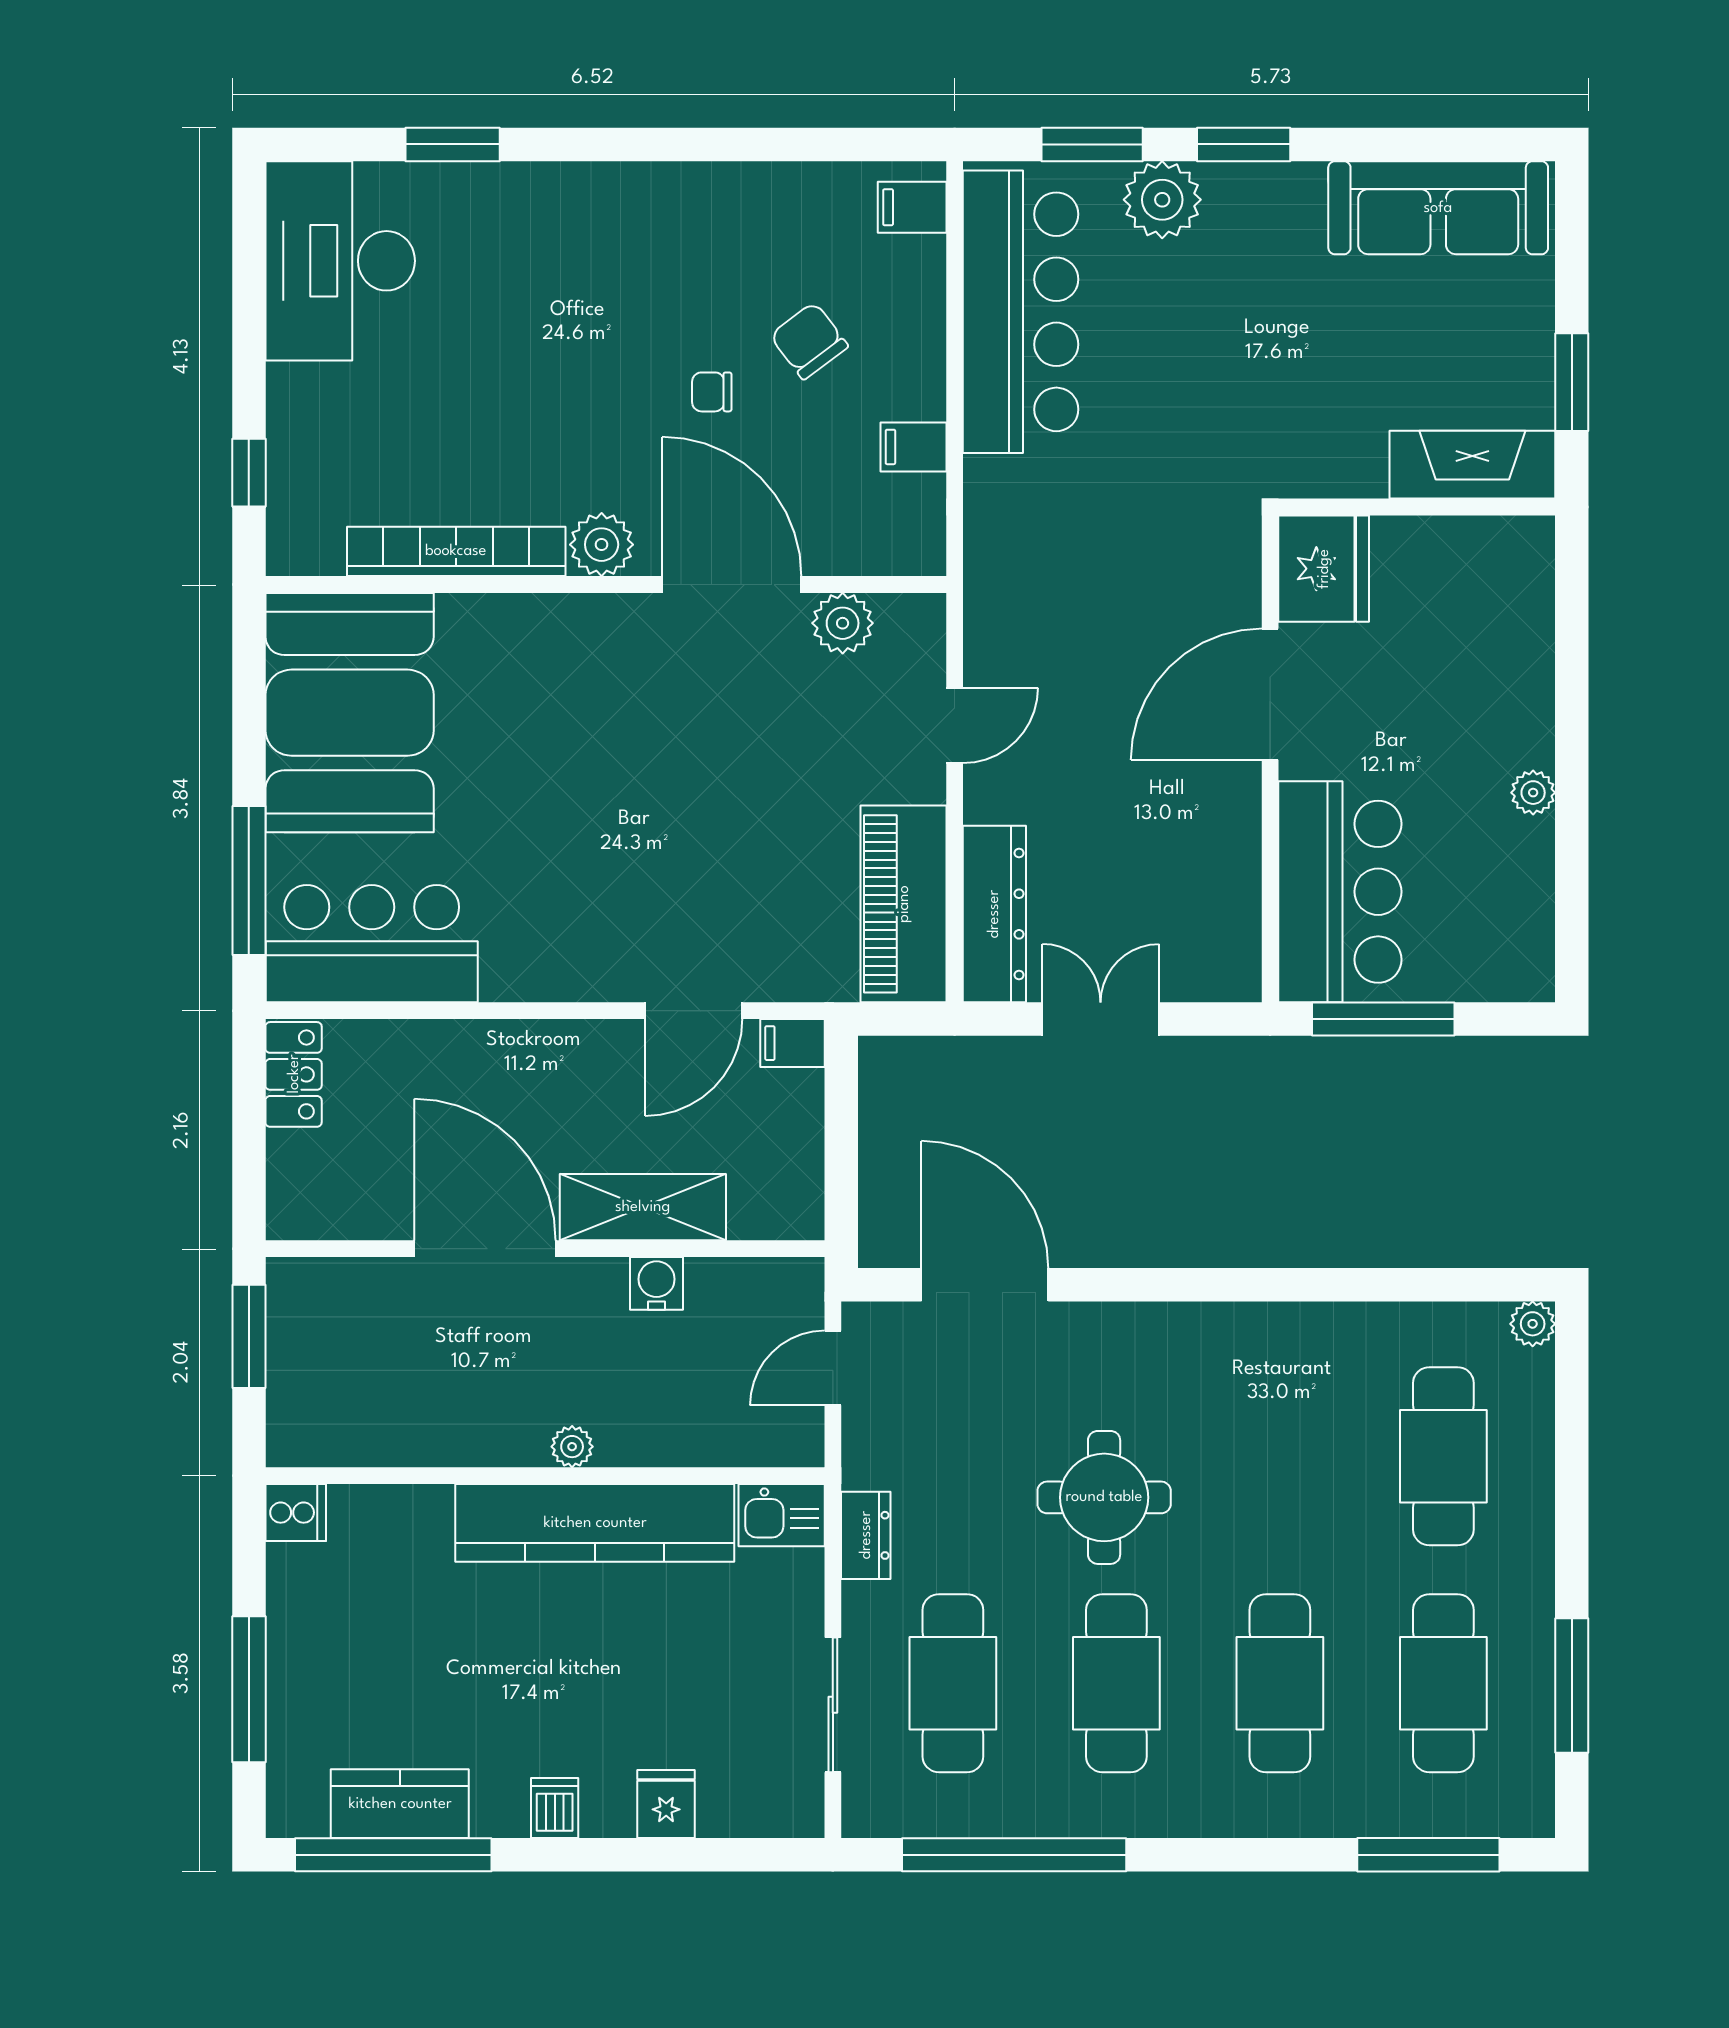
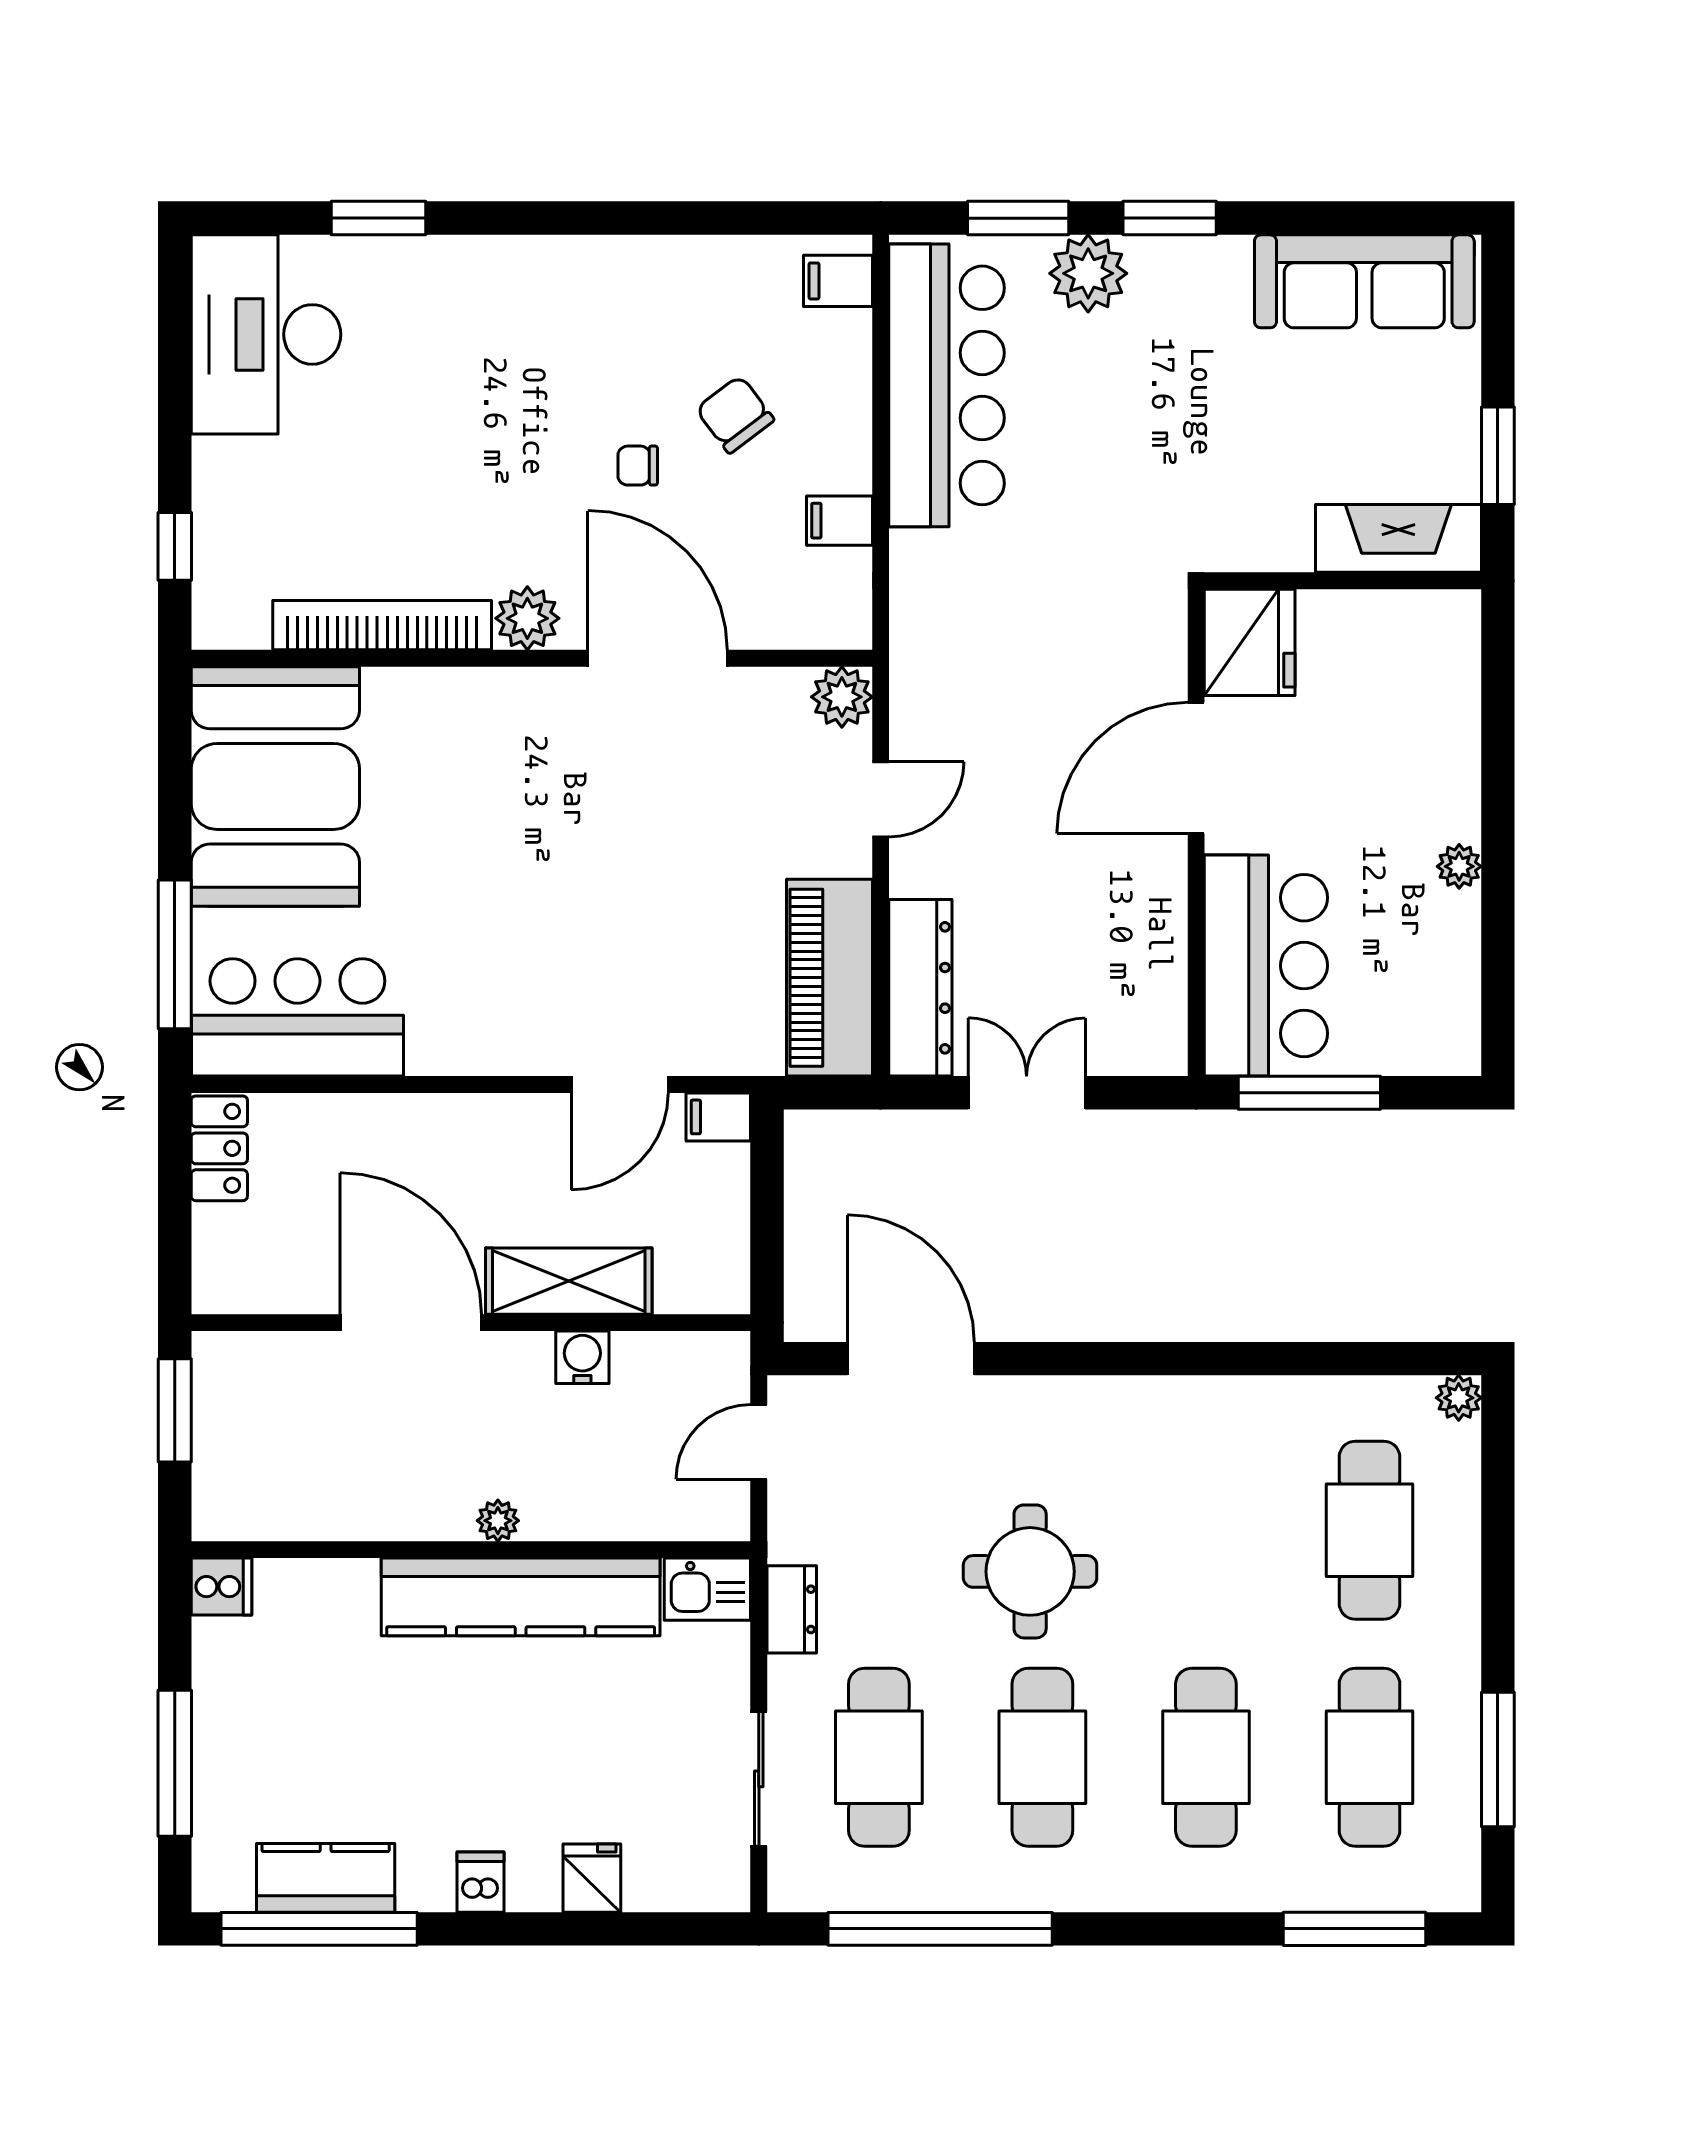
plant: (843, 623) -> (842, 697), moved

